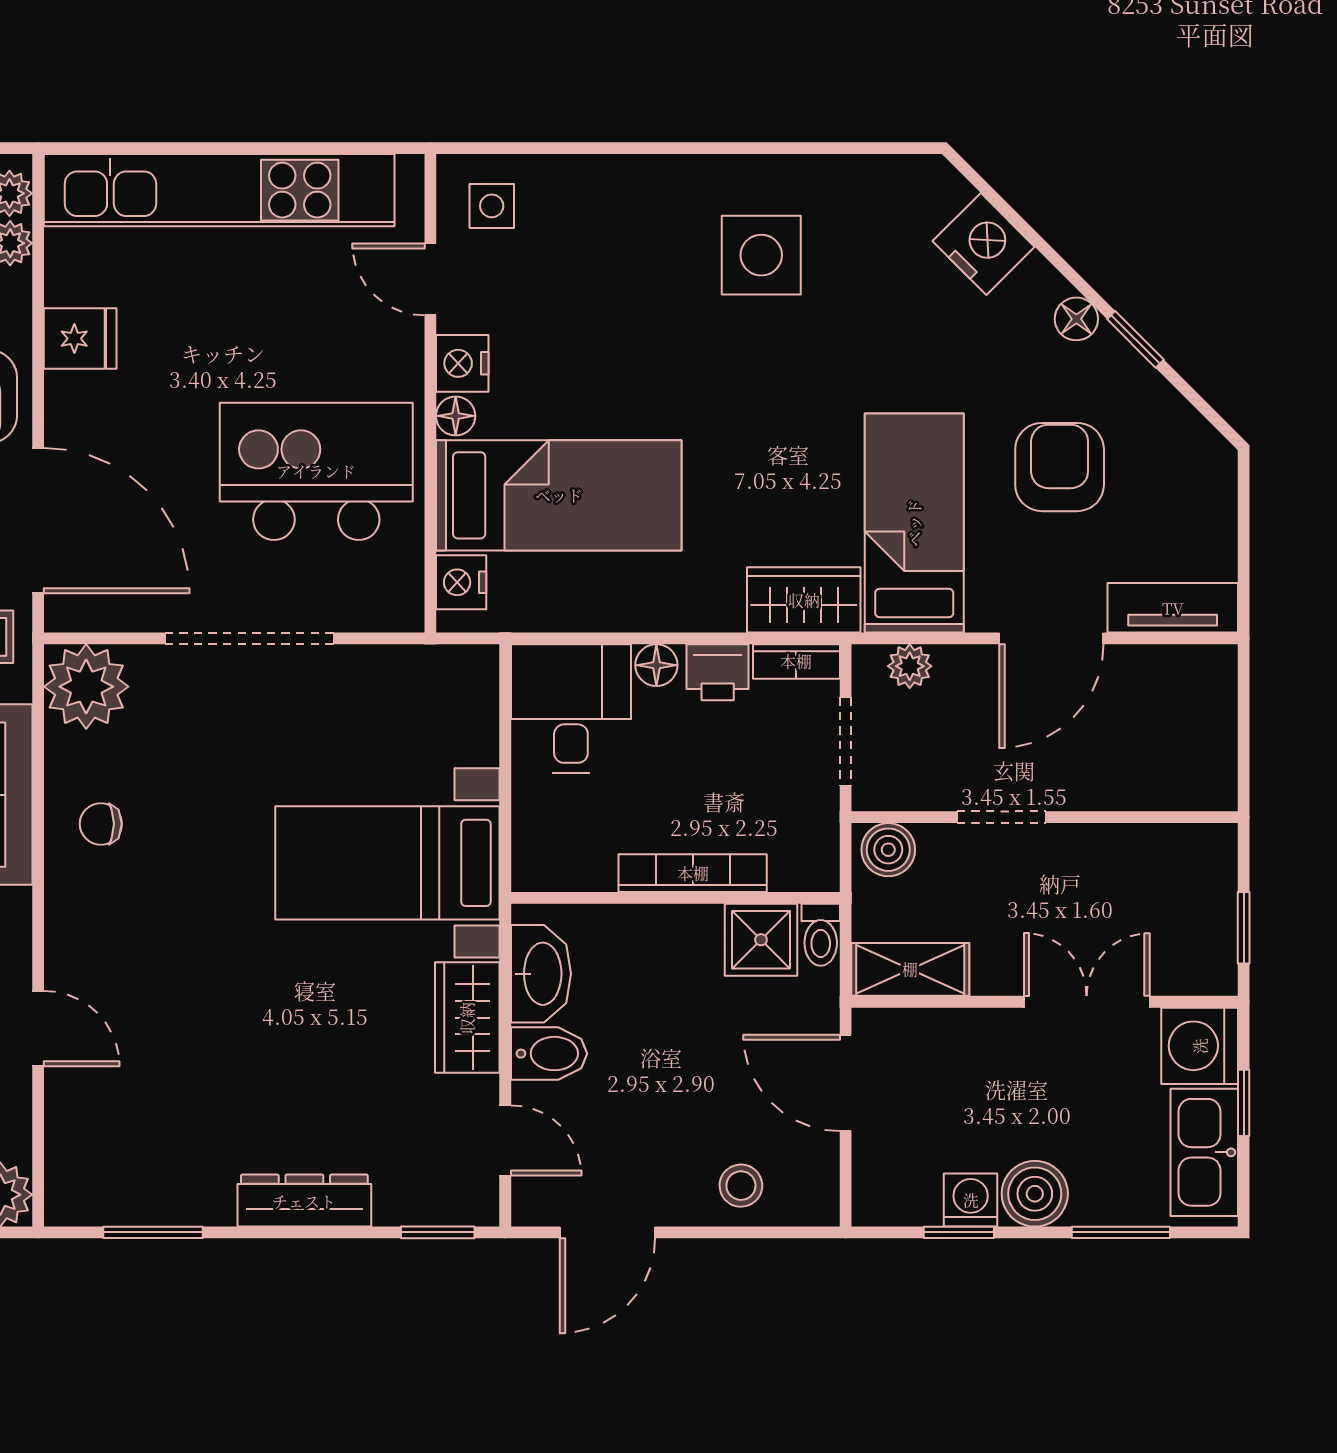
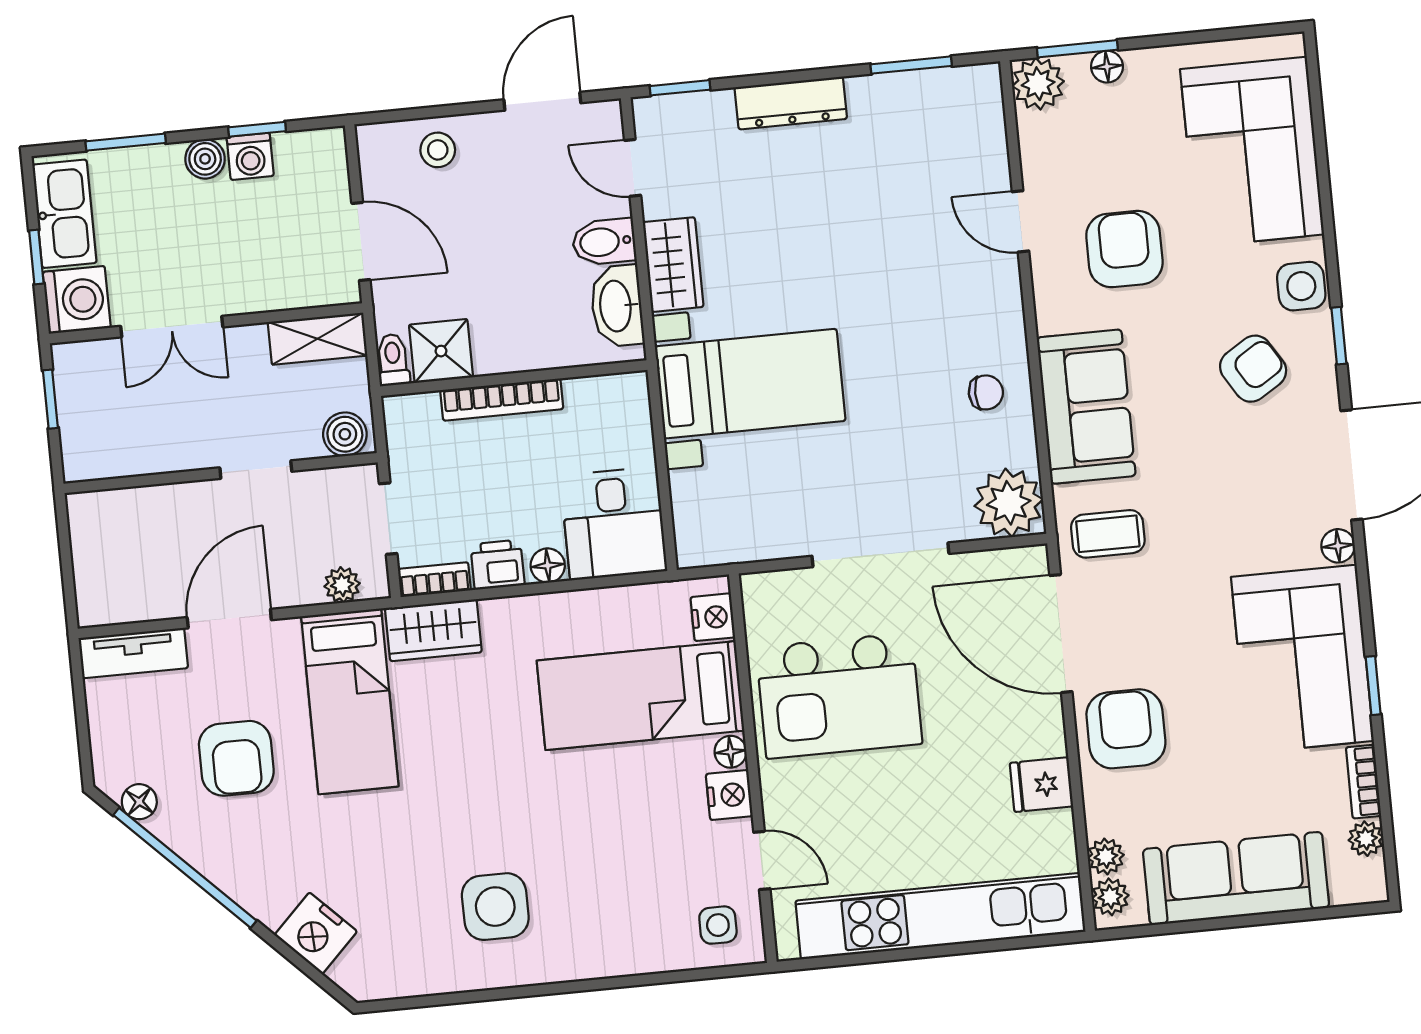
floor lamp: (1076, 319) -> (139, 802), moved
window: (1135, 339) -> (185, 868), width x3.17
boiler: (1035, 1194) -> (205, 159), width x0.73, depth x0.73

